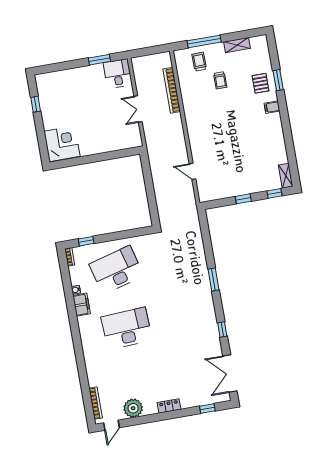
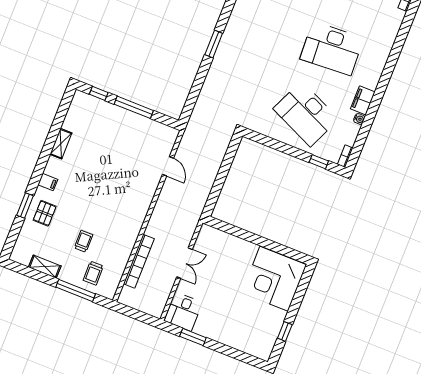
corner desk: (62, 144) -> (274, 279), width x1.36, depth x1.36
shelving: (286, 176) -> (61, 144), moved
window: (243, 199) -> (134, 107), width x2.17
desk: (116, 270) -> (306, 114), turned 39

